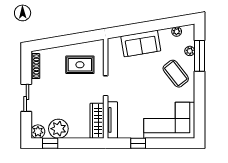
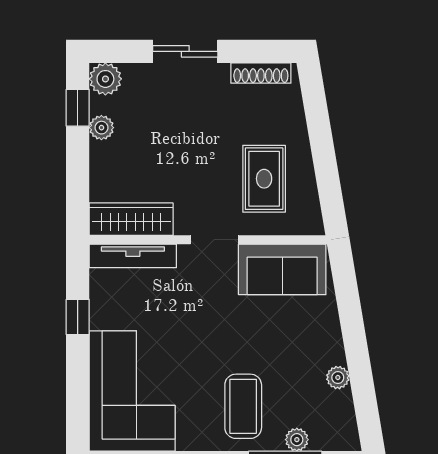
plant: (177, 32) -> (338, 378), moved
sofa: (141, 43) -> (282, 269), moved, turned -80
coffee table: (176, 74) -> (243, 406), turned -52
plant: (58, 129) -> (101, 128), width x0.53, depth x0.53

